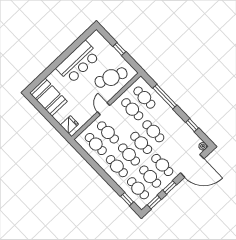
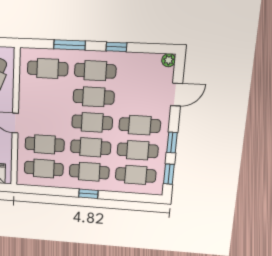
window: (165, 97) -> (70, 45), width x0.69
cafe table: (132, 109) -> (95, 71), moved
window: (192, 125) -> (116, 47), moved
door: (192, 166) -> (177, 95), width x0.53
window: (127, 199) -> (88, 194), moved

